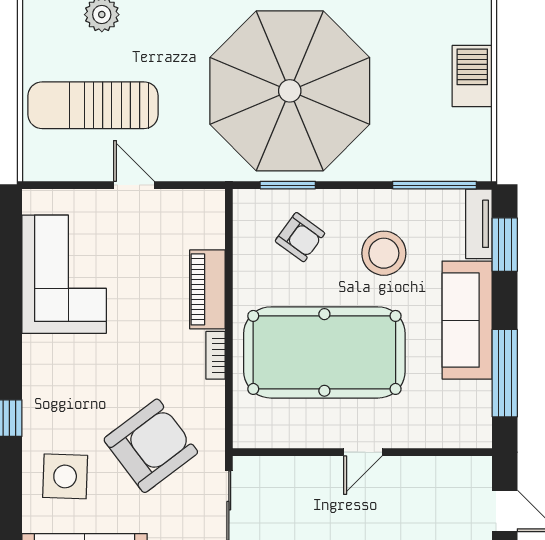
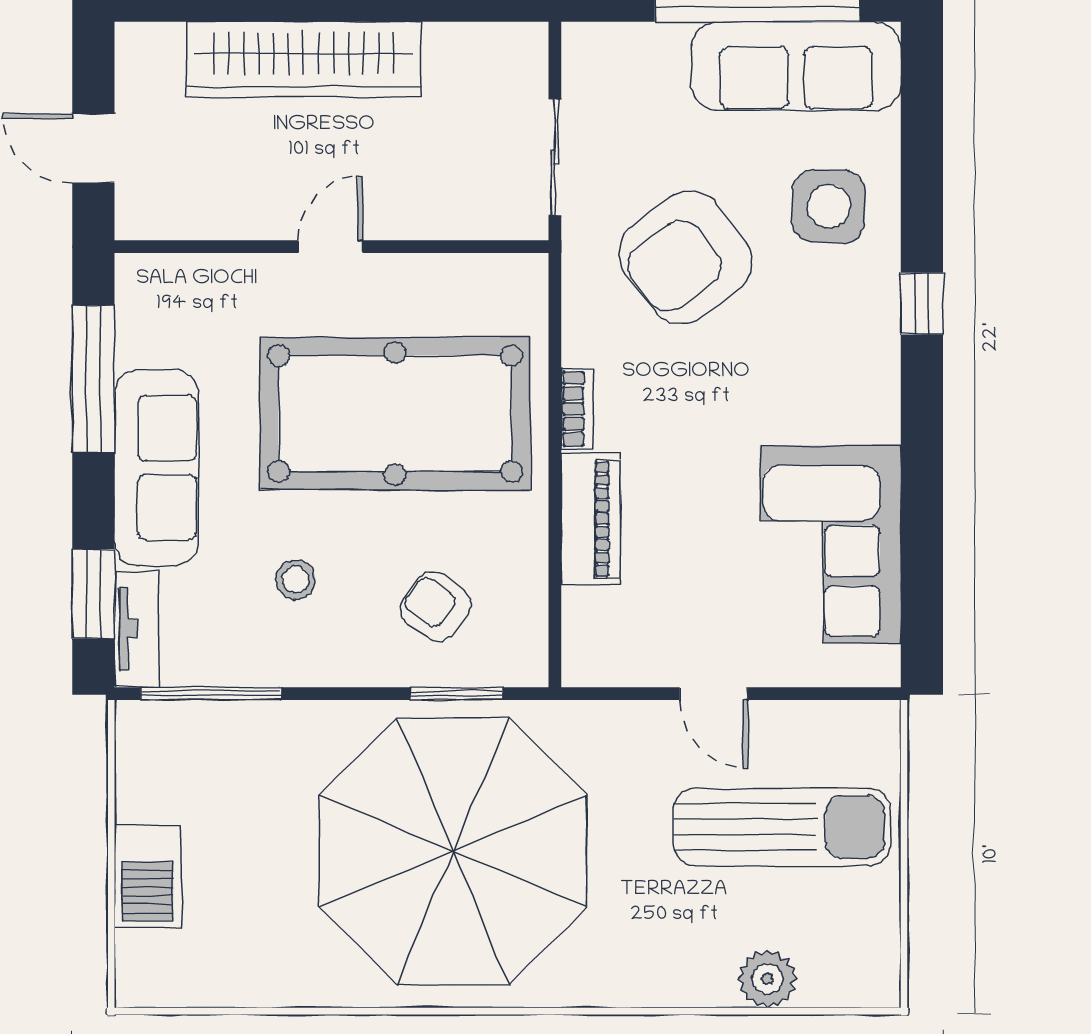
stool: (384, 253) -> (296, 580), width x0.53, depth x0.53

